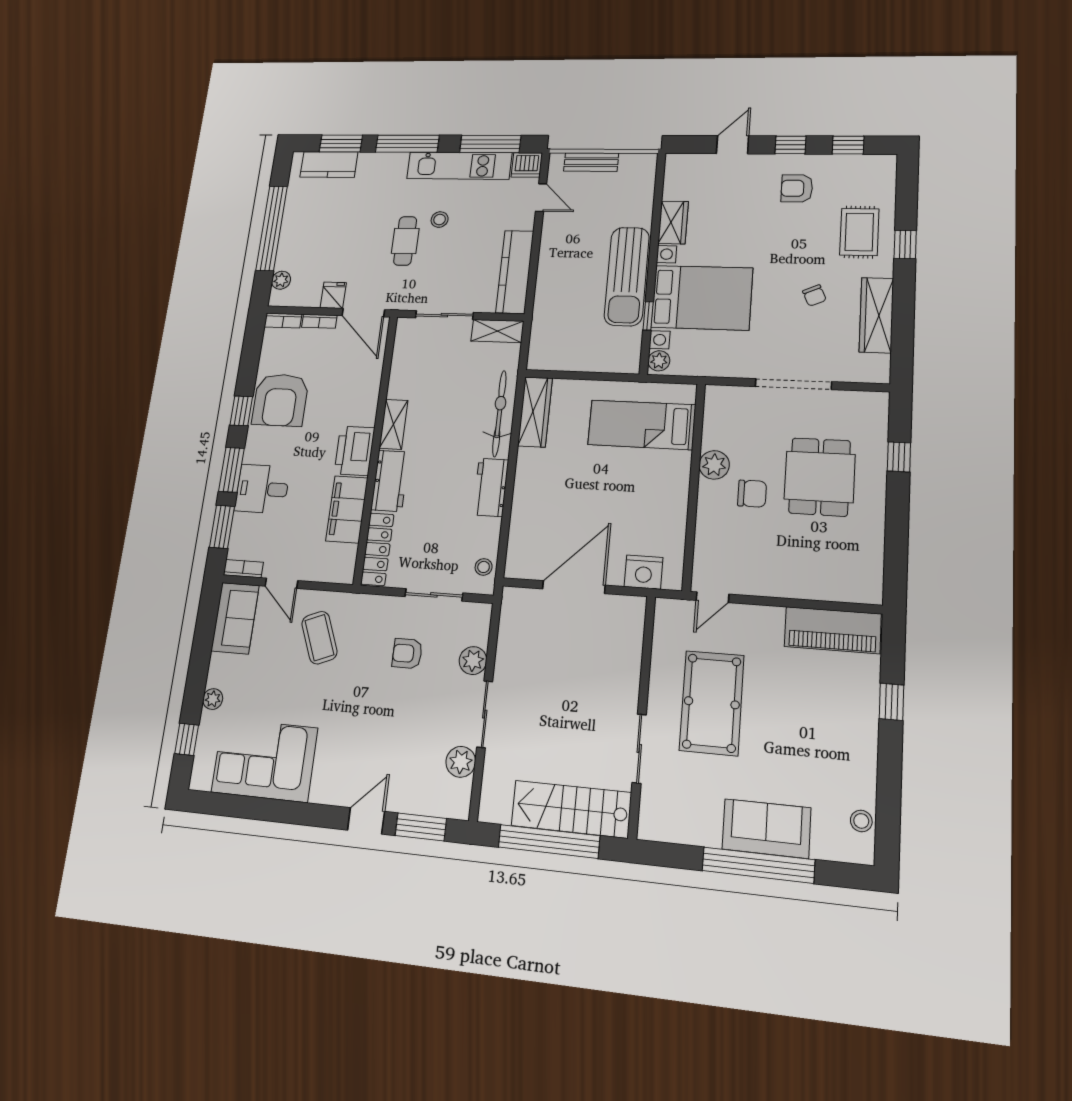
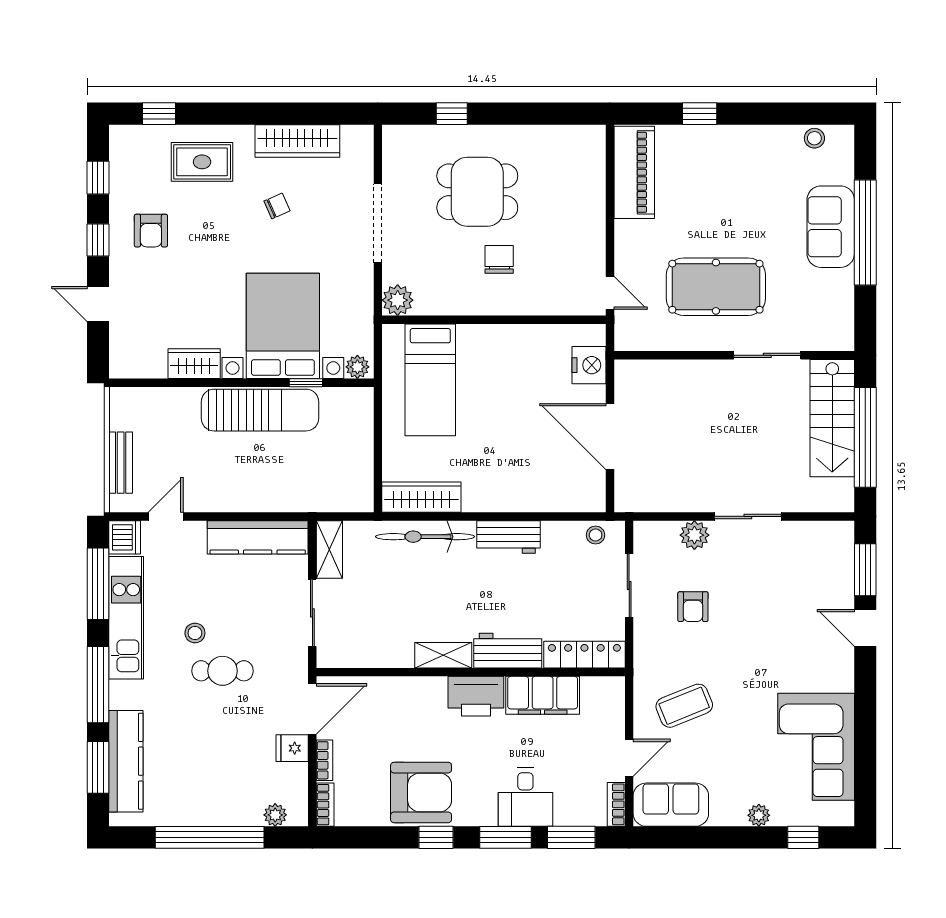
kitchen counter: (329, 165) -> (126, 761), width x1.50
window: (905, 244) -> (159, 114), moved
plant: (714, 465) -> (398, 300), moved
plant: (461, 762) -> (798, 536), removed

